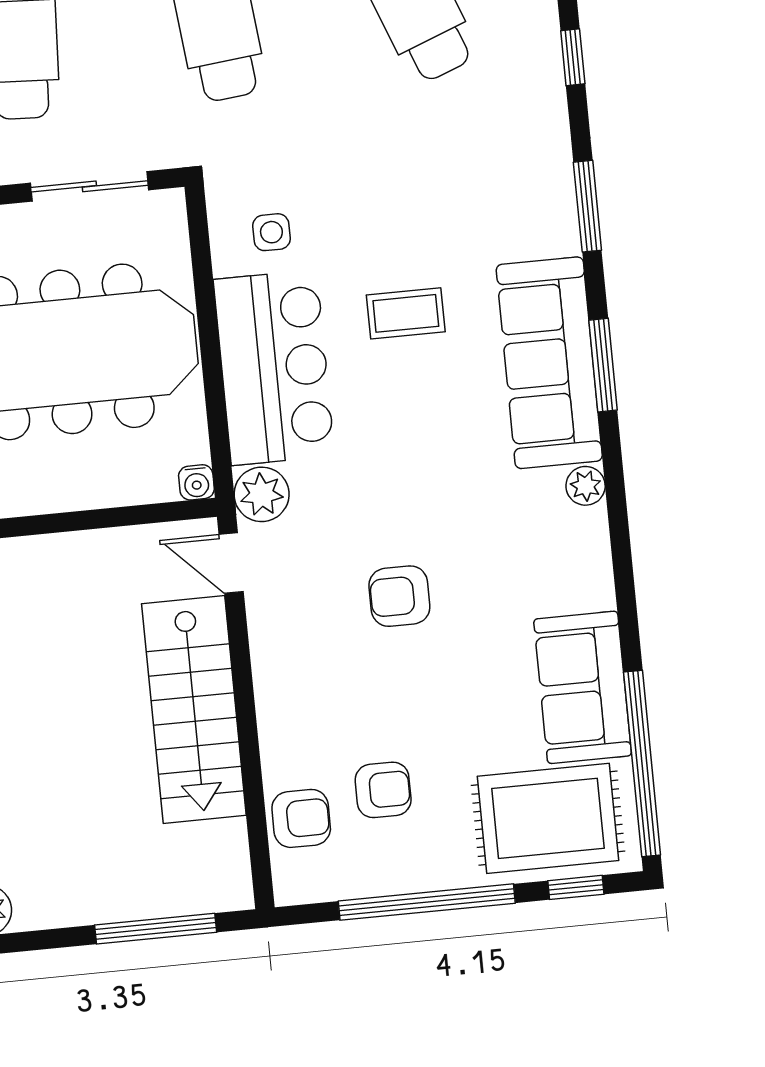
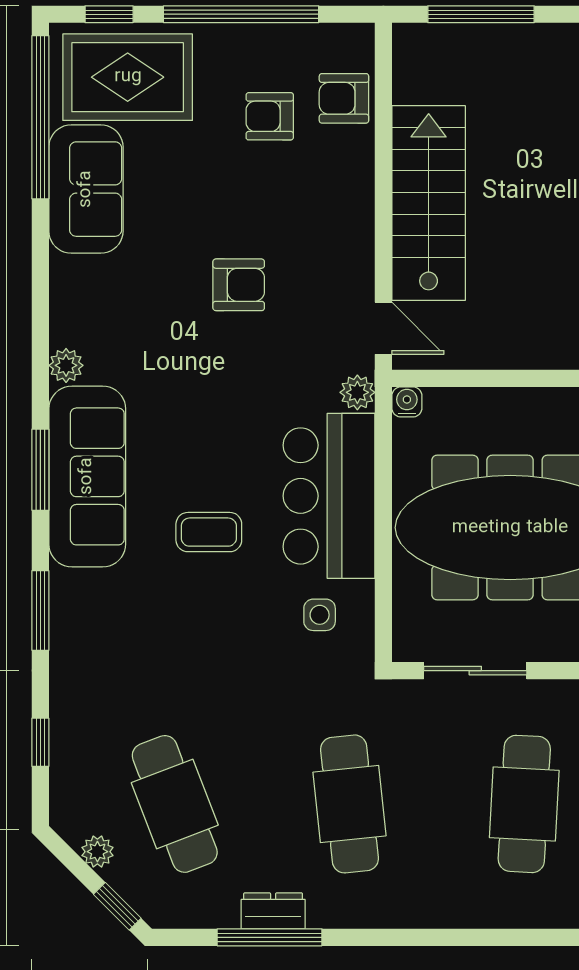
plant: (262, 494) -> (357, 392), width x0.73, depth x0.73

